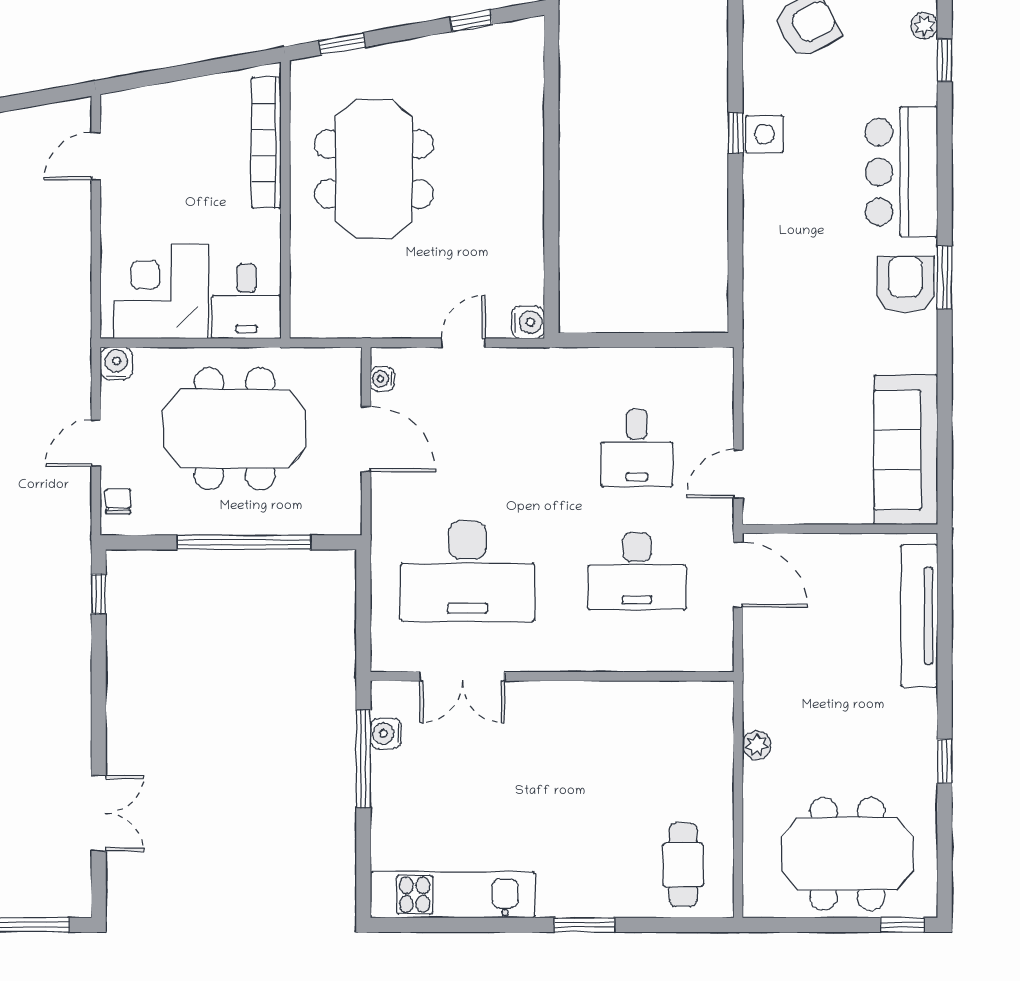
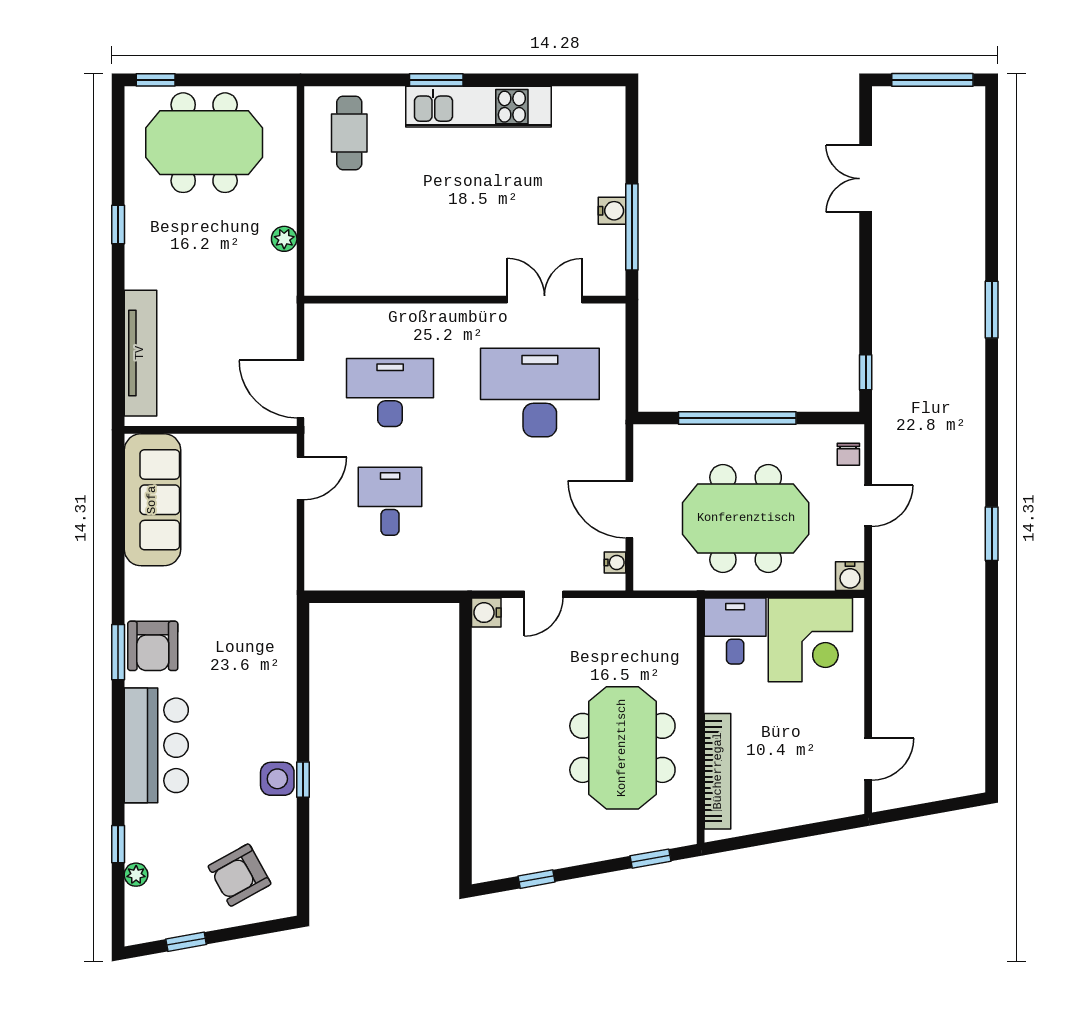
water cooler: (386, 734) -> (612, 211), moved
kitchen unit: (452, 895) -> (478, 107), moved

